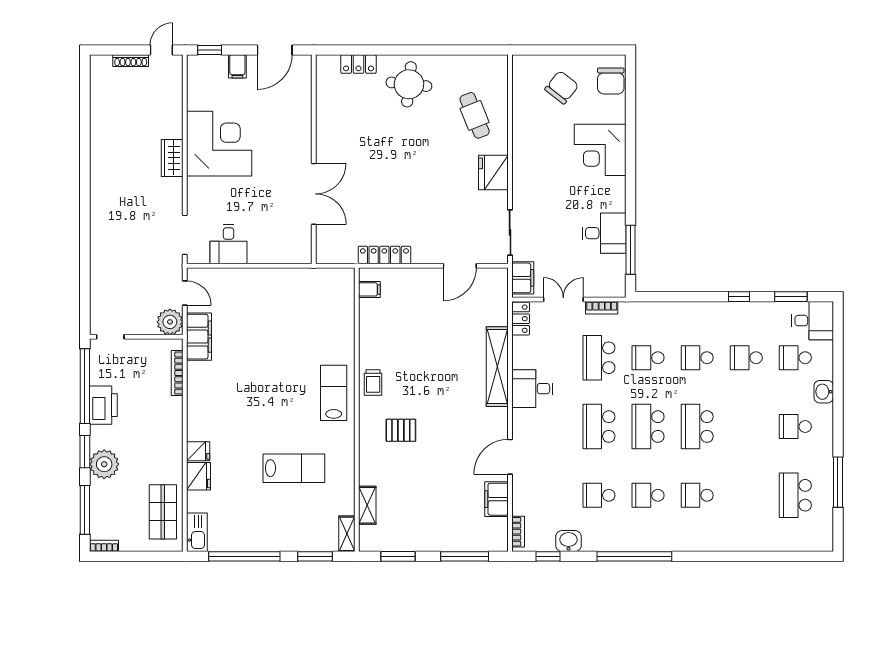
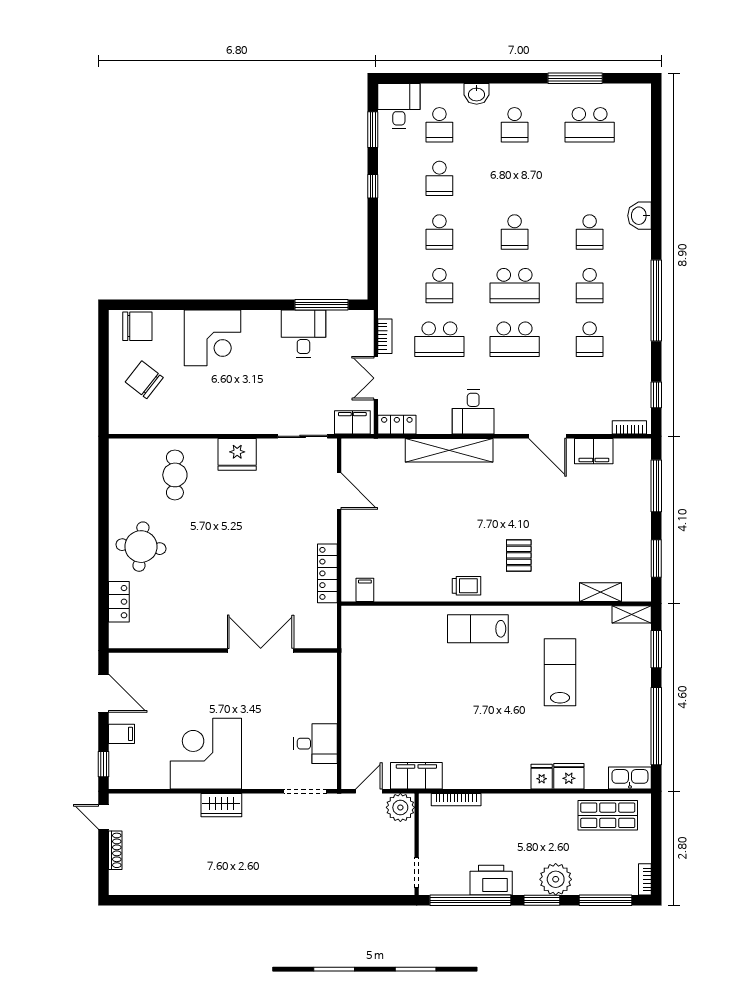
cafe table: (475, 115) -> (175, 475), turned -68
school desk: (697, 427) -> (515, 232), width x0.54
washbasin: (568, 541) -> (640, 216), moved

